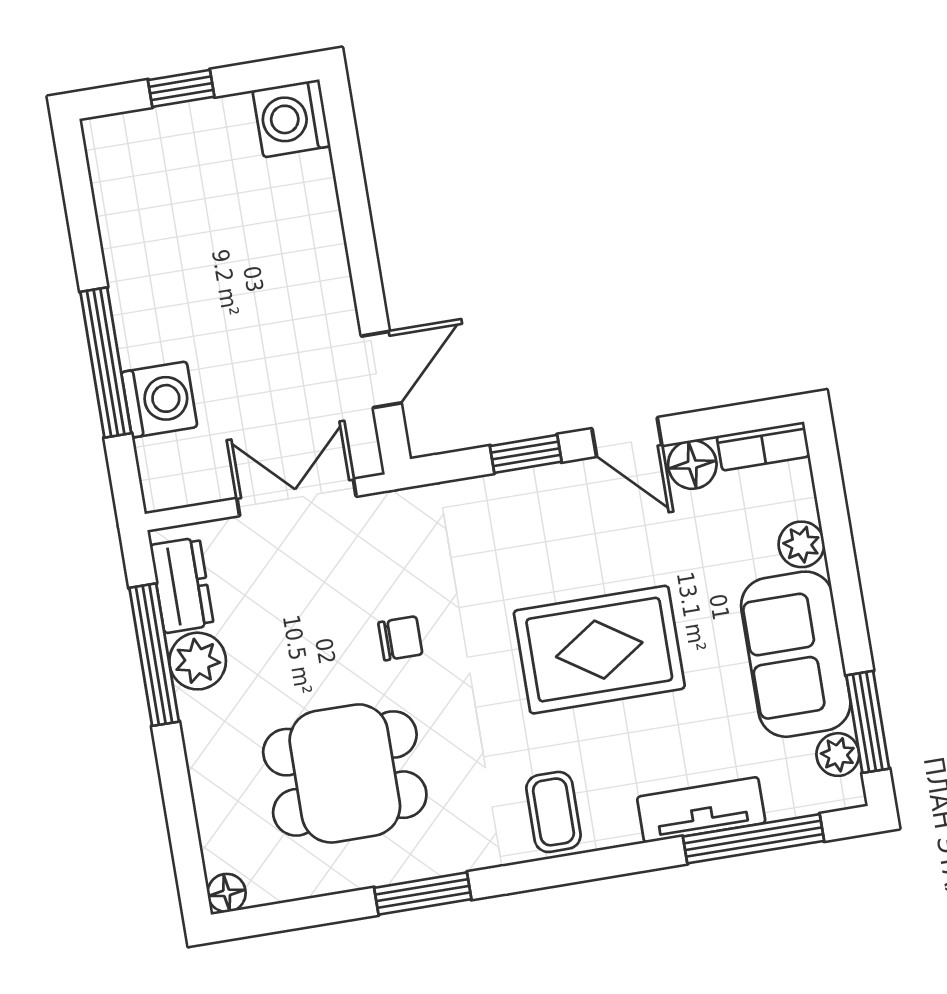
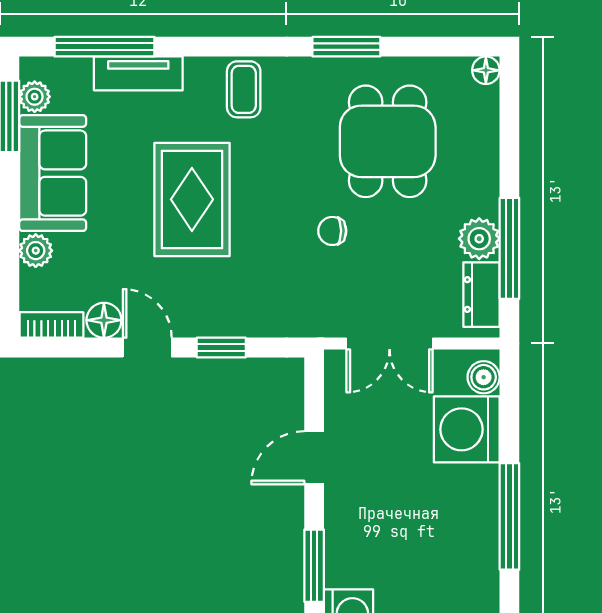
window: (349, 176) -> (314, 566), added
window: (106, 362) -> (509, 516), moved
door: (381, 369) -> (314, 458), moved
washing machine: (159, 400) -> (467, 429), width x1.37, depth x1.37
boiler: (160, 473) -> (484, 377), added
rug: (599, 650) -> (192, 199), turned 90
dining table: (345, 773) -> (388, 141), turned 90

